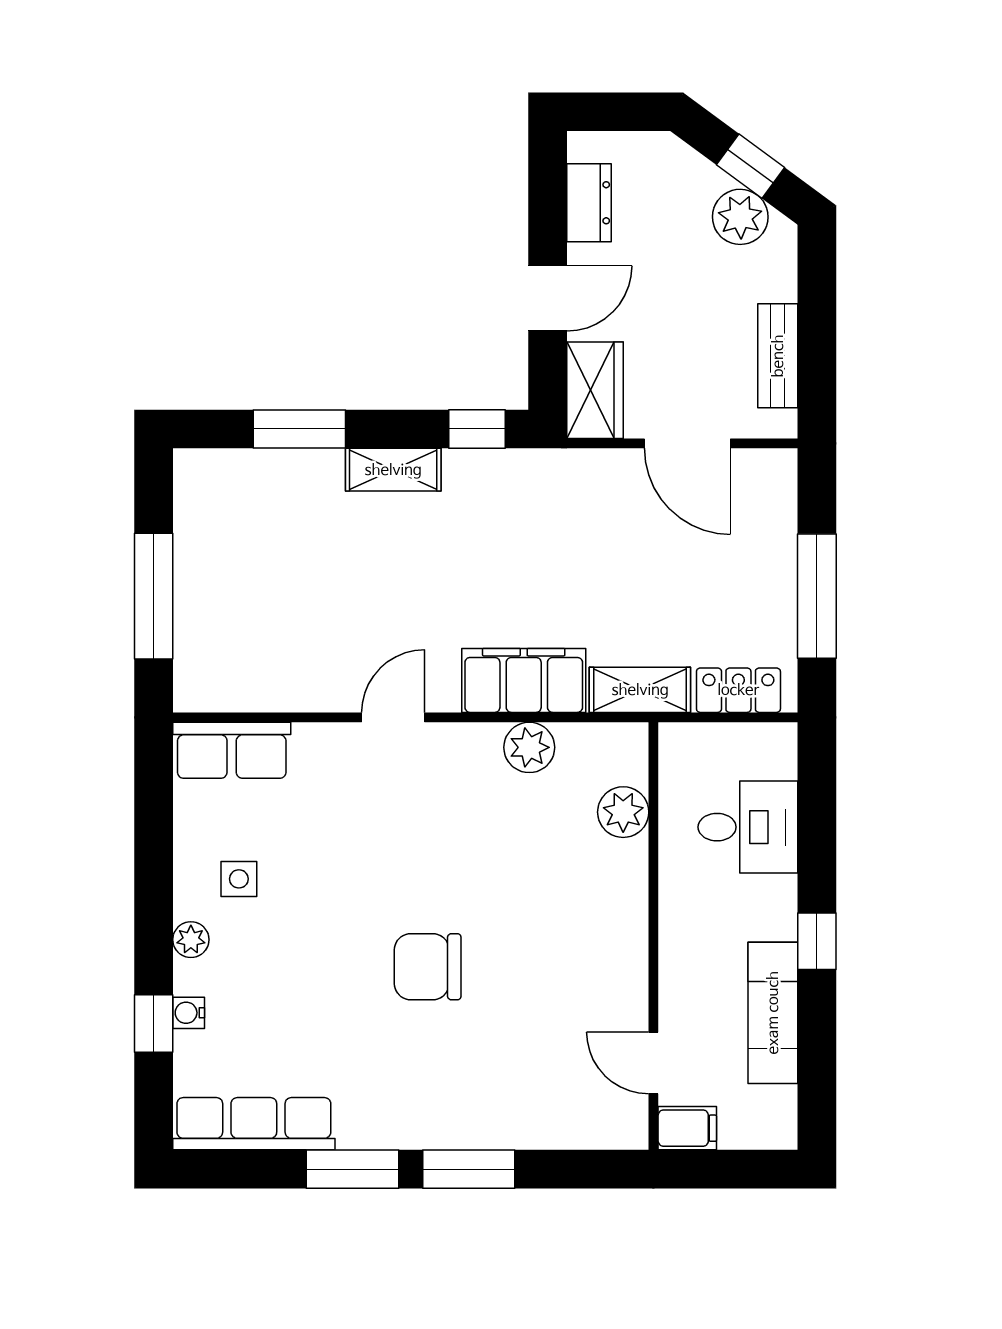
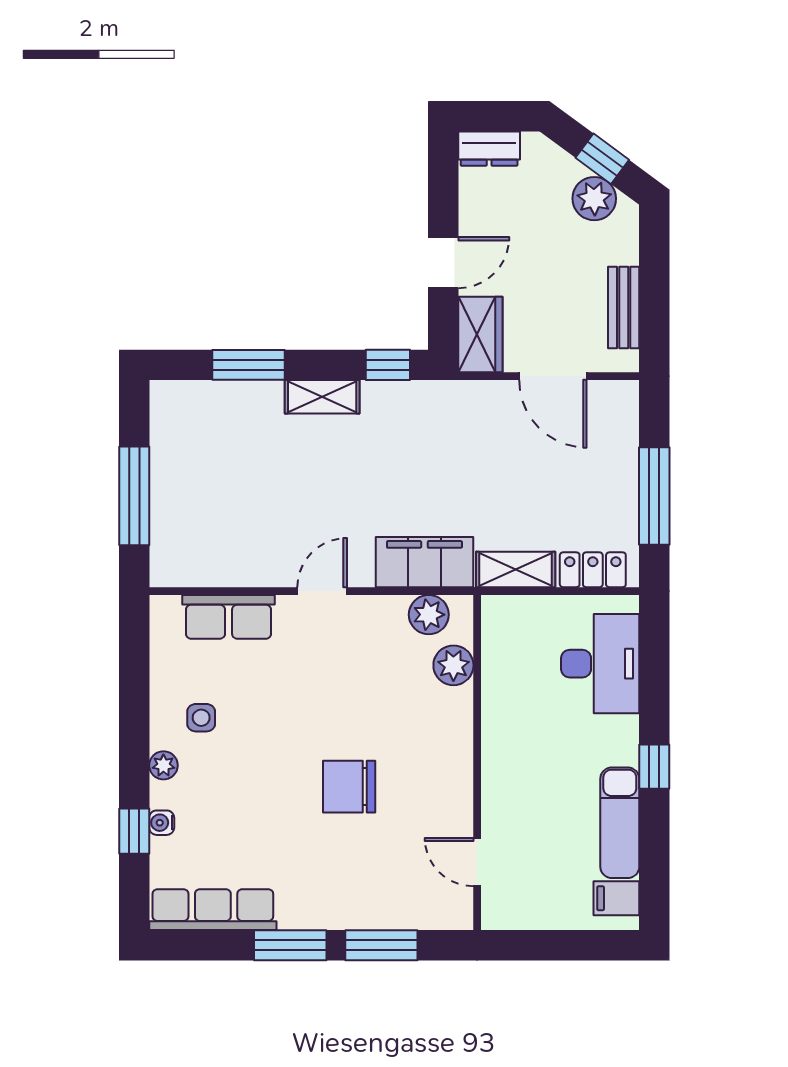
dresser: (589, 203) -> (489, 149), moved, turned 90
row of seats: (232, 750) -> (229, 617), moved
plant: (623, 812) -> (453, 665), moved
desk: (748, 827) -> (600, 664), width x1.37
wall: (653, 936) -> (477, 763), moved
door: (653, 1063) -> (477, 862), moved
filing cabinet: (687, 1128) -> (616, 898), moved, turned 180

